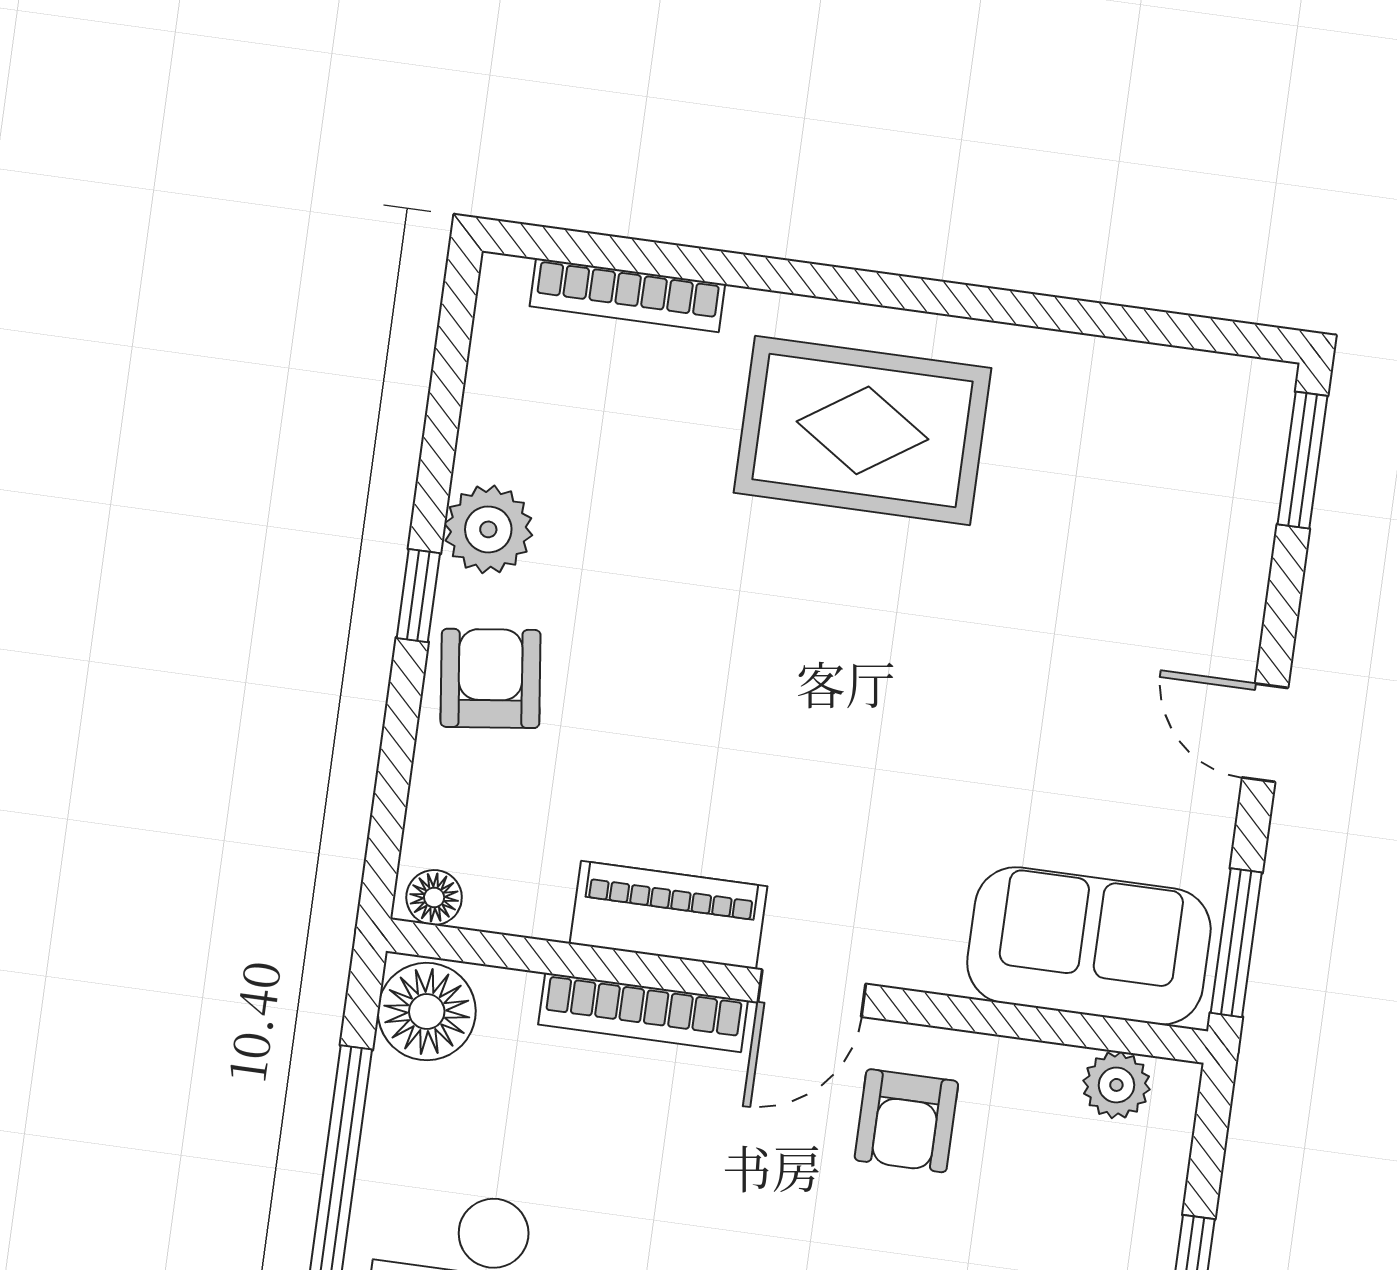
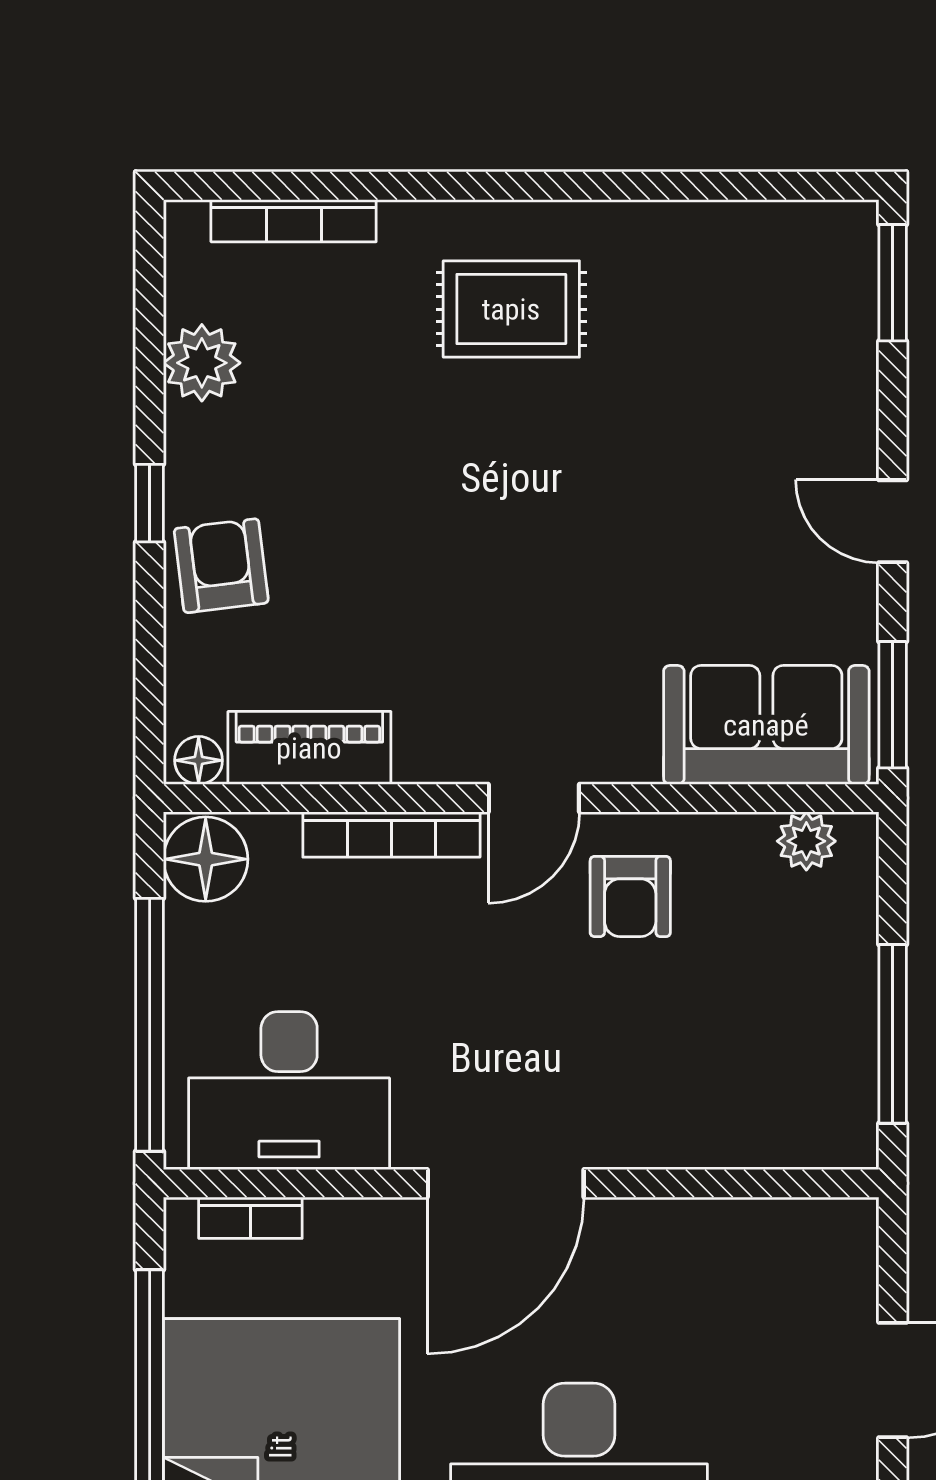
rug: (862, 430) -> (511, 309), width x0.73, depth x0.70
plant: (488, 529) -> (202, 363), moved
piano: (669, 915) -> (309, 748), moved

